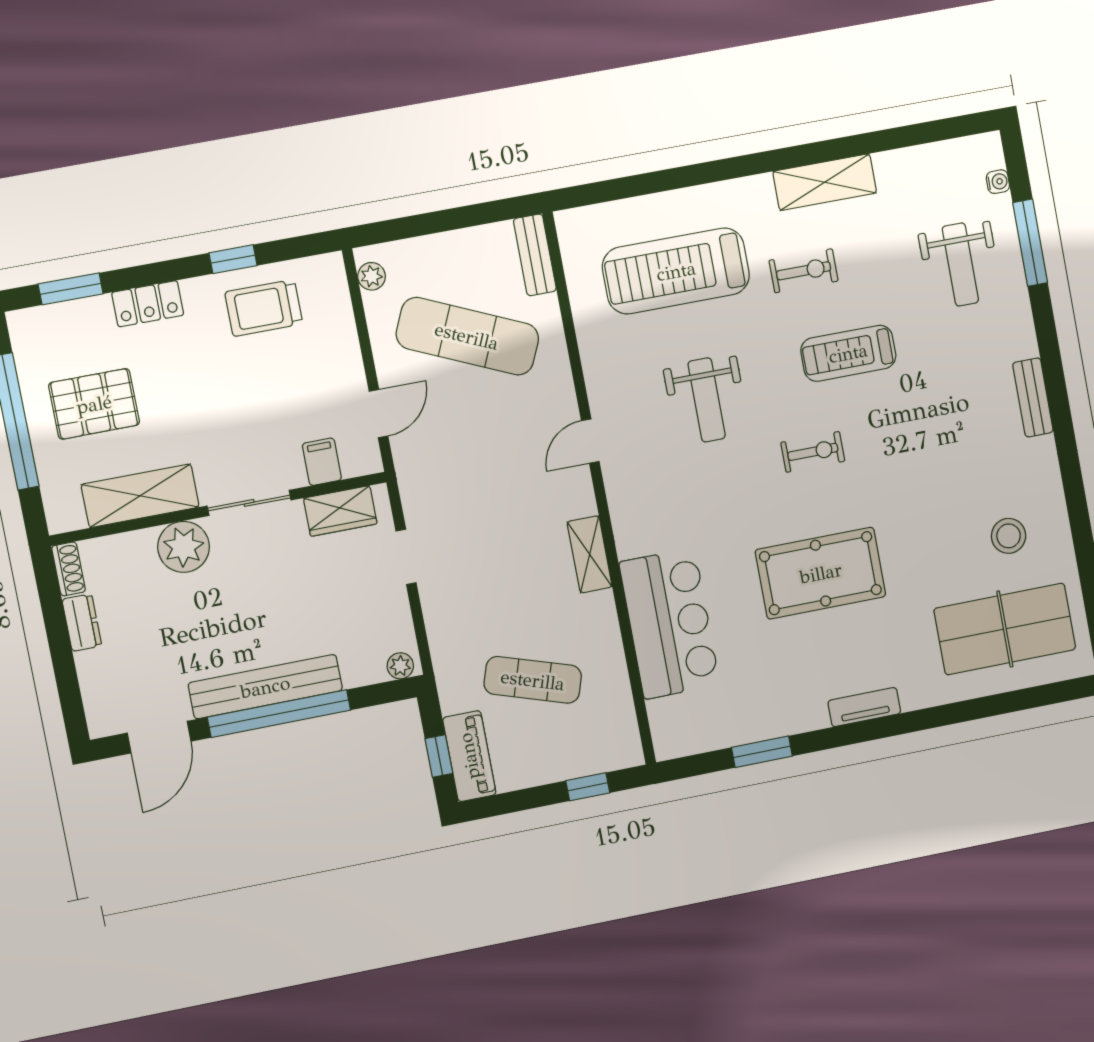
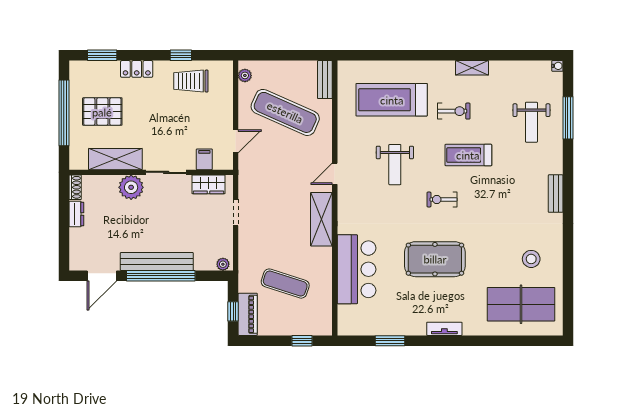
shelving: (825, 182) -> (472, 68), width x0.67, depth x0.75
water cooler: (998, 182) -> (557, 66), moved
exercise bike: (813, 452) -> (442, 200), turned 180
shelving: (590, 554) -> (321, 219), width x1.50, depth x1.33

